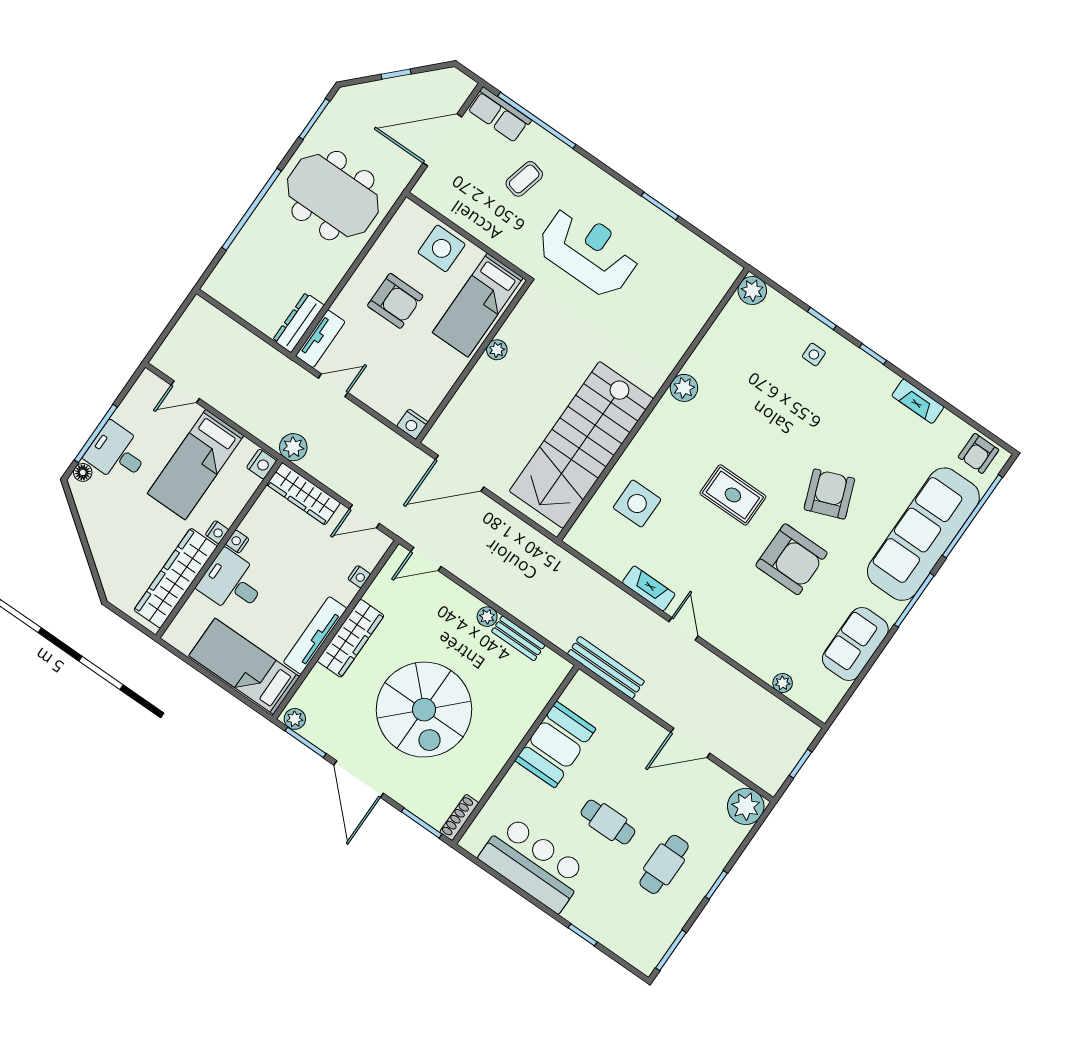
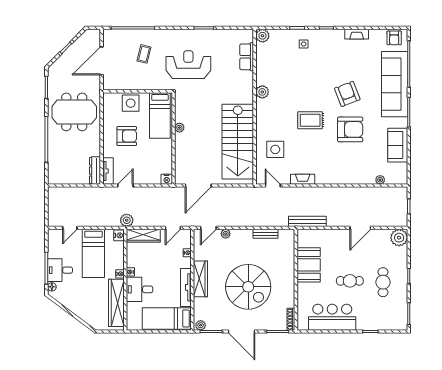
row of seats: (499, 115) -> (247, 57), moved, turned 90
plant: (487, 617) -> (226, 234), moved
door: (684, 629) -> (273, 186), moved

